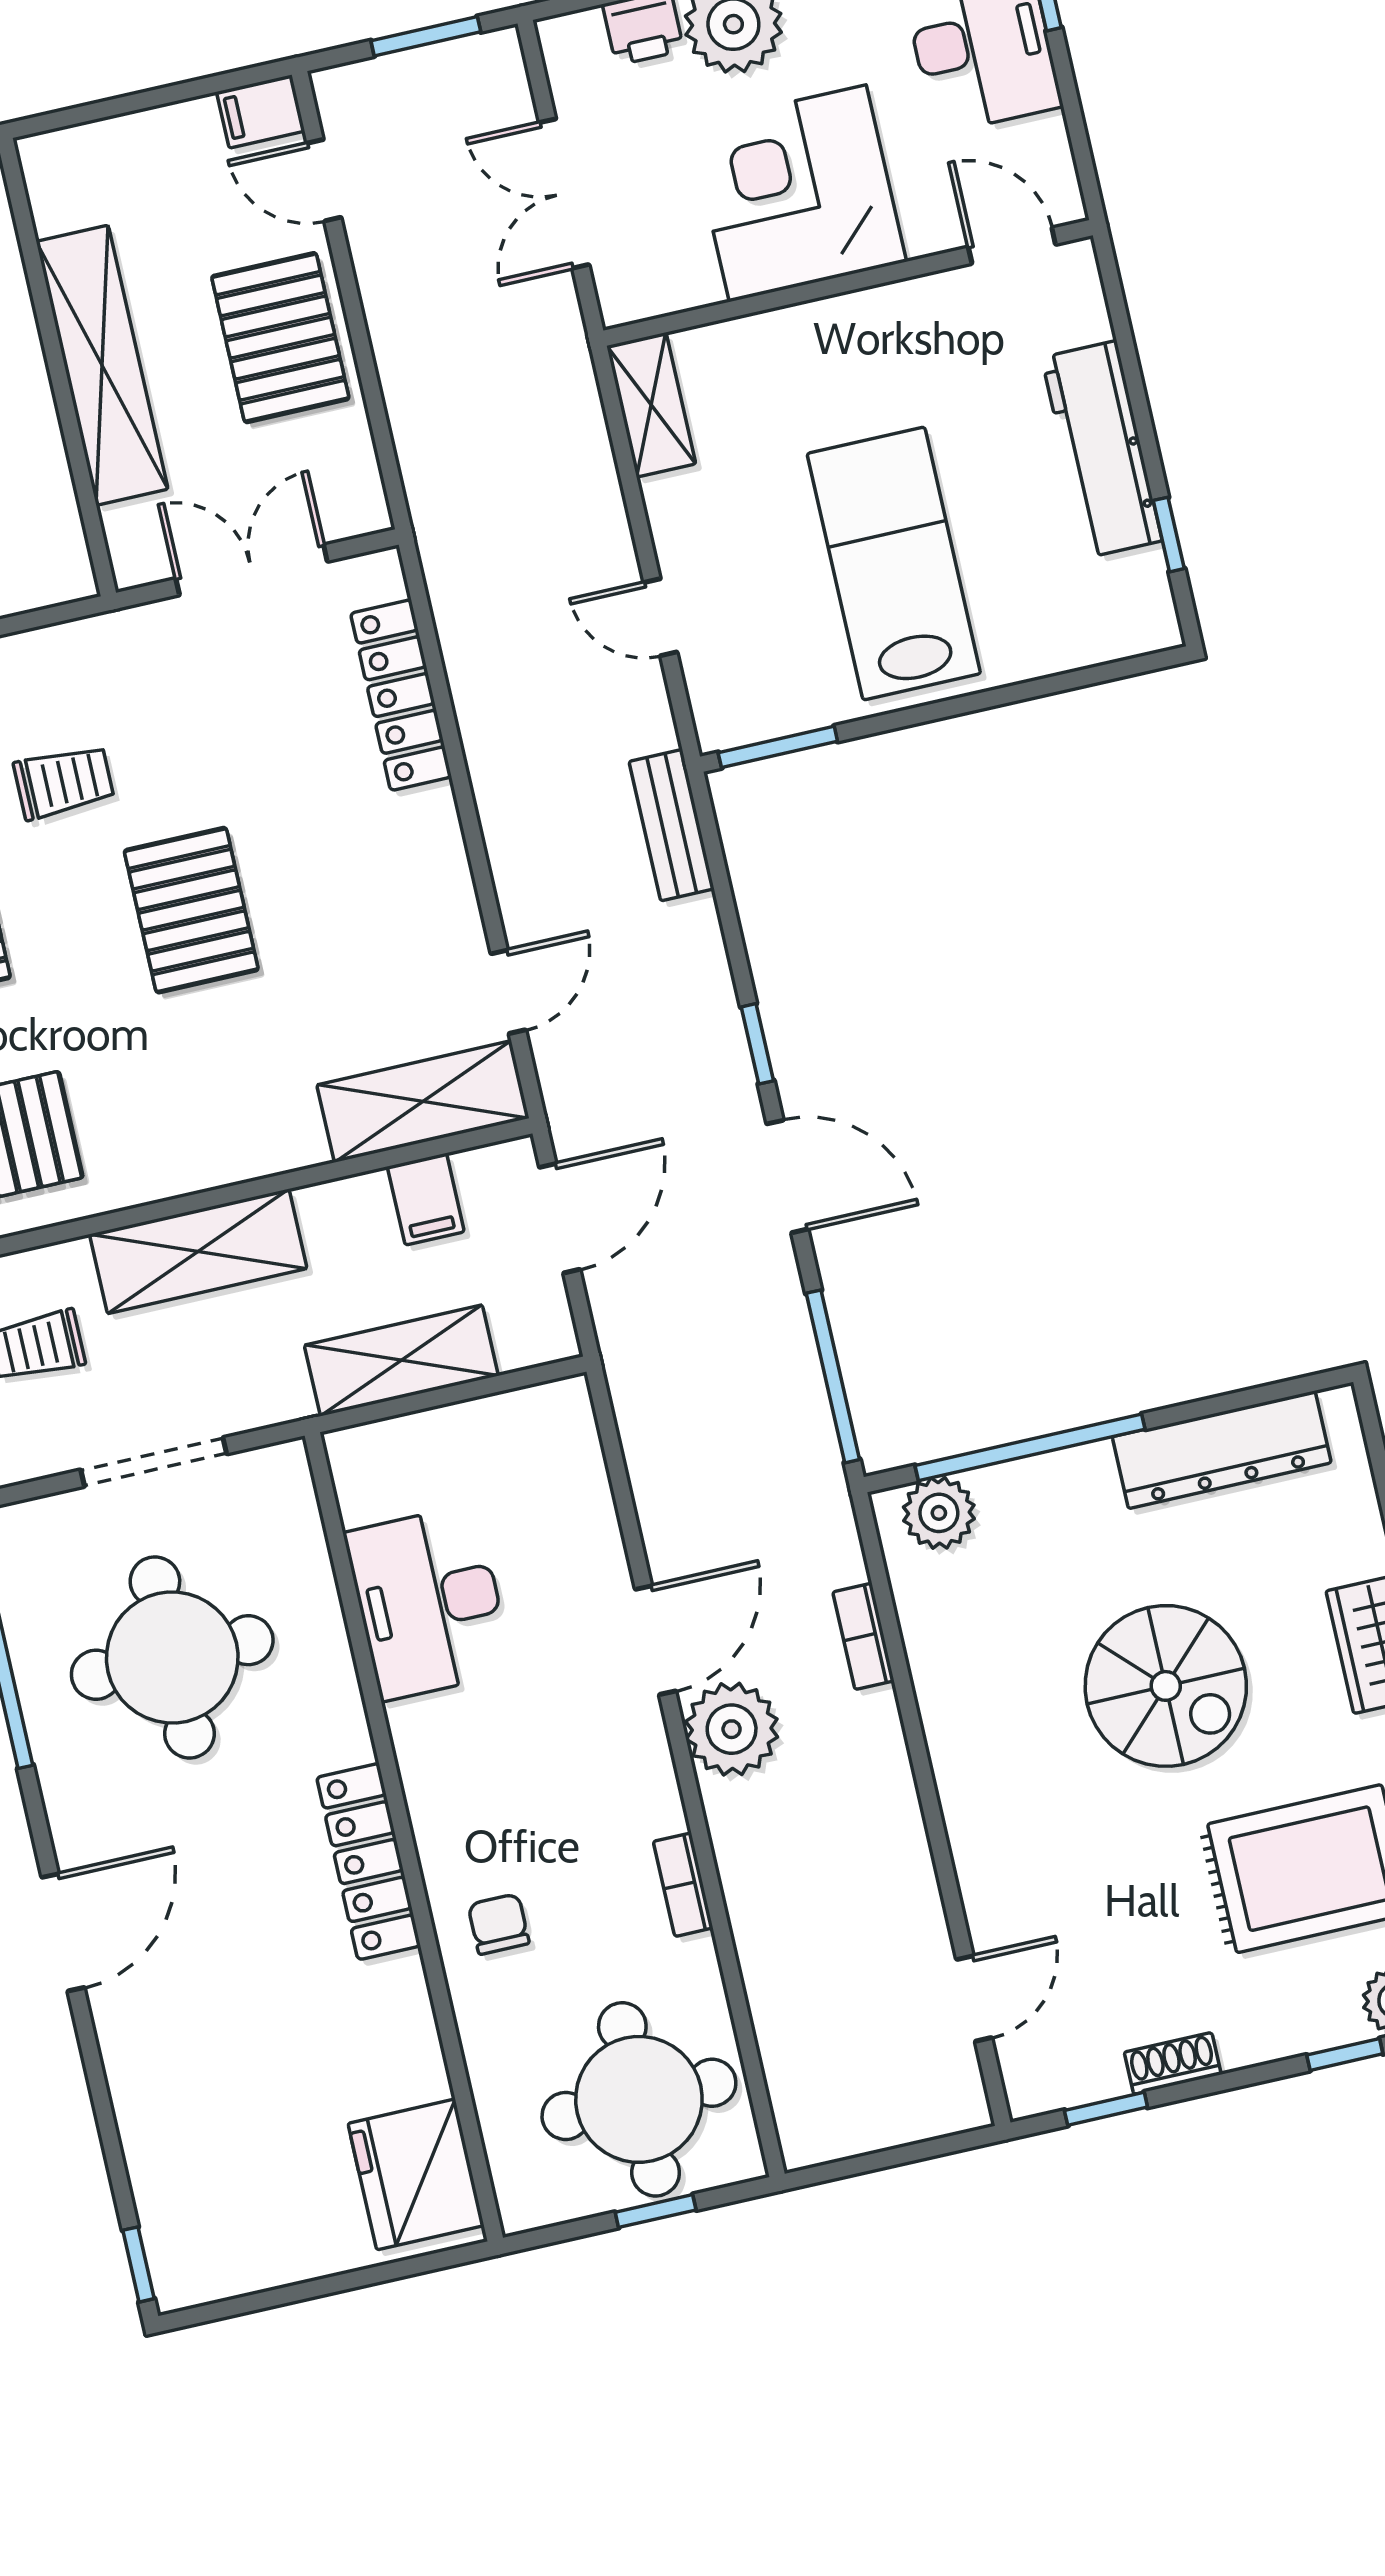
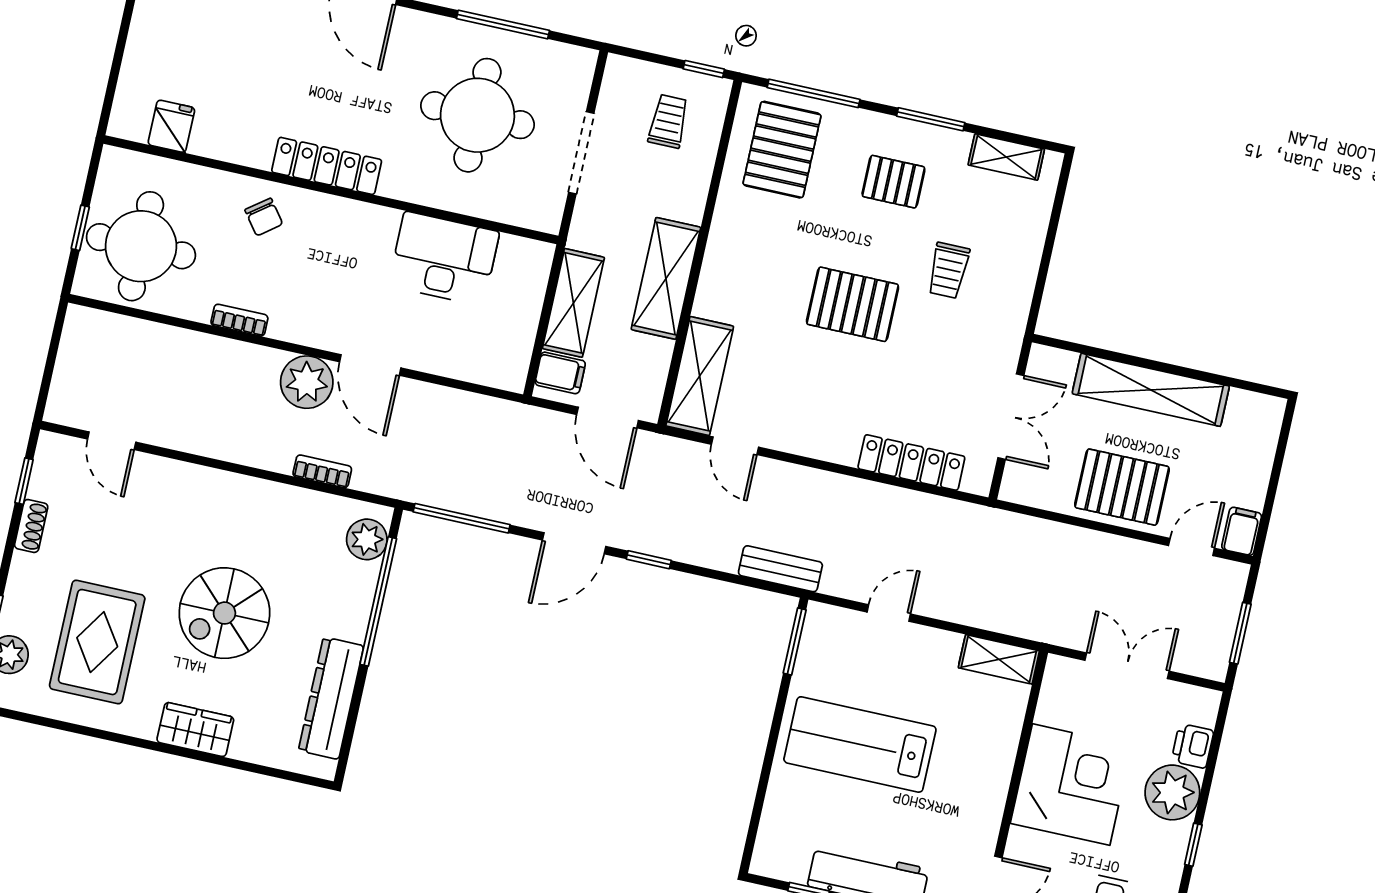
lab bench: (894, 564) -> (860, 744), turned 180
filing cabinet: (426, 1199) -> (560, 373), moved, turned 180
shelving: (198, 1251) -> (666, 278), moved
chair: (499, 1924) -> (264, 217), turned 53
fridge: (416, 2174) -> (171, 126), width x0.53, depth x0.75

